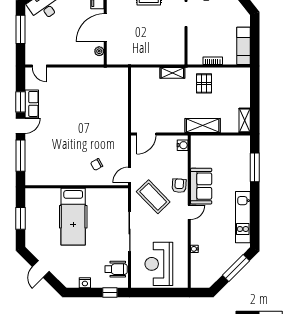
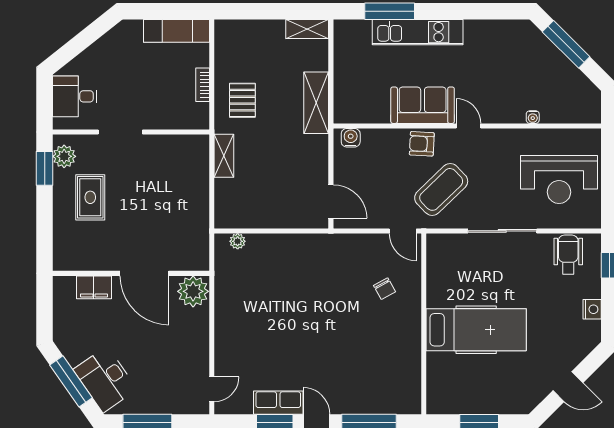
plant: (99, 51) -> (193, 291), width x1.88, depth x1.88
plant: (124, 81) -> (238, 241), added
pallet: (204, 83) -> (242, 100), turned 90
kitchen unit: (243, 217) -> (418, 32), moved

